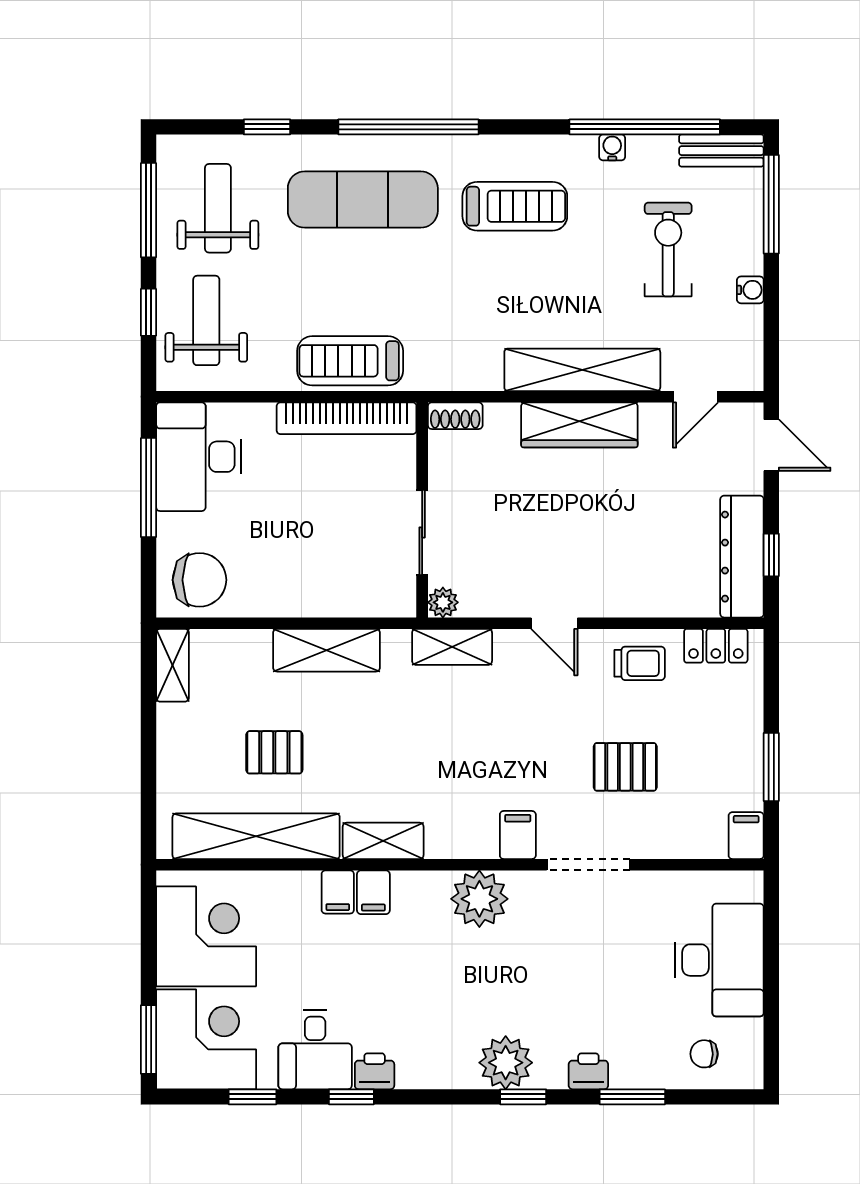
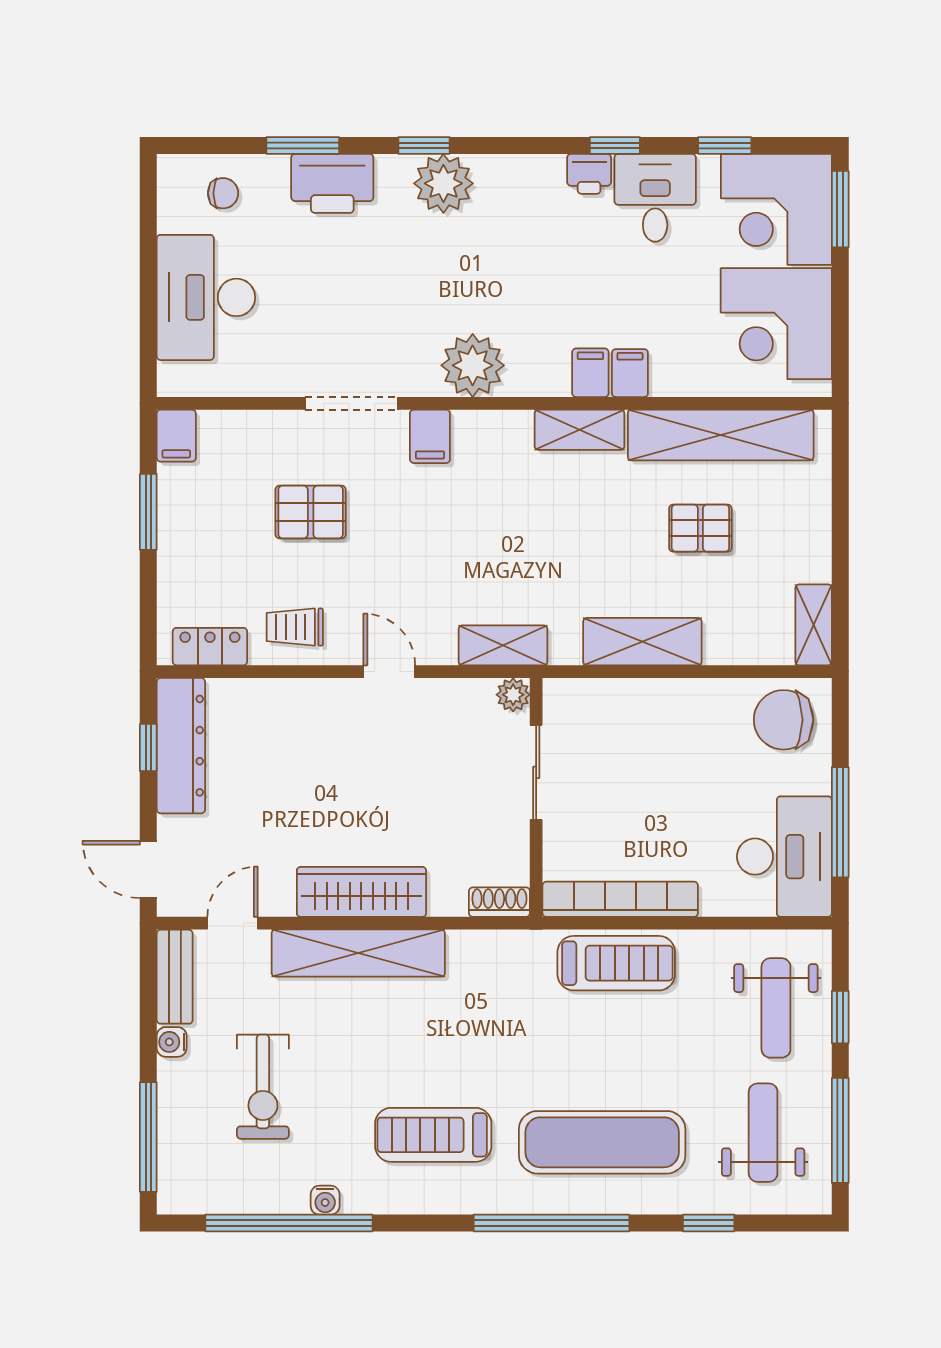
bench: (721, 151) -> (175, 977), moved, turned 90
weight bench: (218, 208) -> (763, 1133), turned 180
printer: (588, 1071) -> (332, 183), width x1.87, depth x1.48

